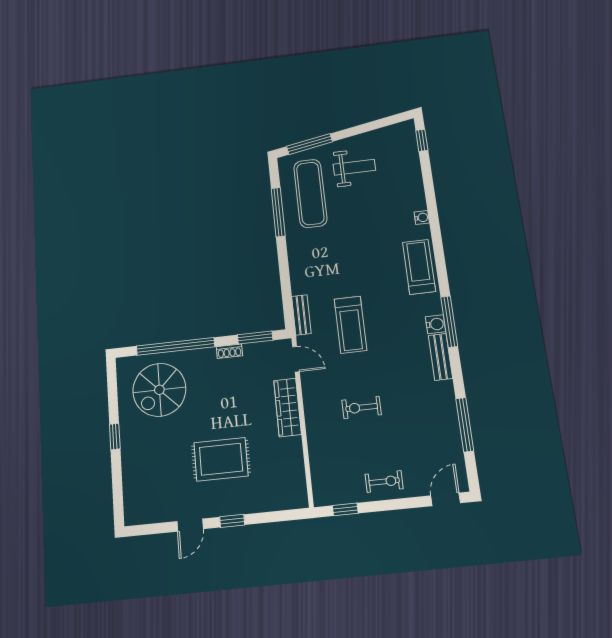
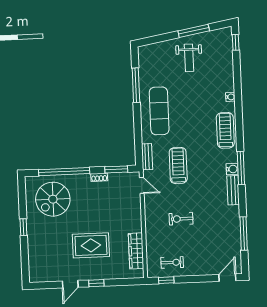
window: (309, 144) -> (194, 31), moved
weight bench: (354, 167) -> (189, 58), turned 90
exercise mat: (310, 193) -> (159, 111), moved
treadmill: (351, 325) -> (178, 165), turned 180
wardrobe: (288, 407) -> (136, 251), moved
exercise bike: (384, 481) -> (172, 262), moved

